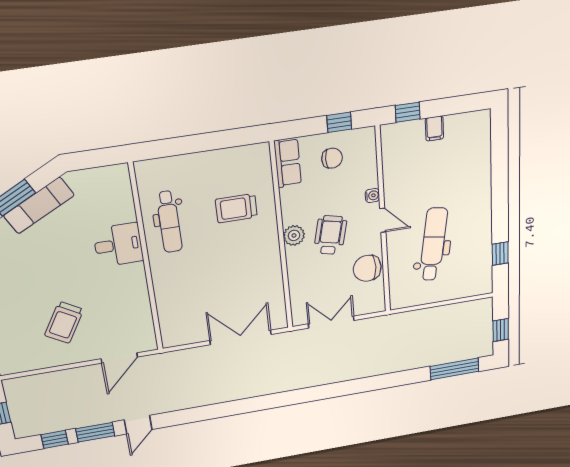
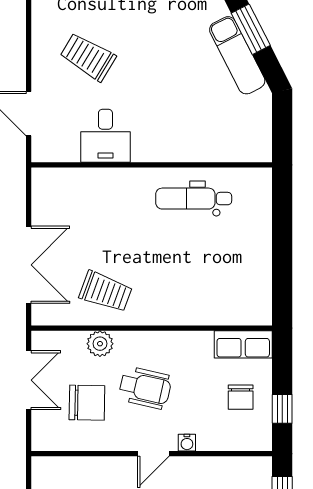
trolley: (236, 208) -> (106, 292), moved, turned 110
plant: (294, 235) -> (100, 344), moved
desk: (118, 245) -> (105, 136), moved
chair: (367, 268) -> (87, 403), moved, turned 91

